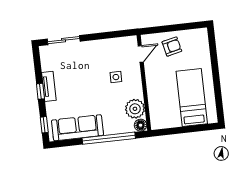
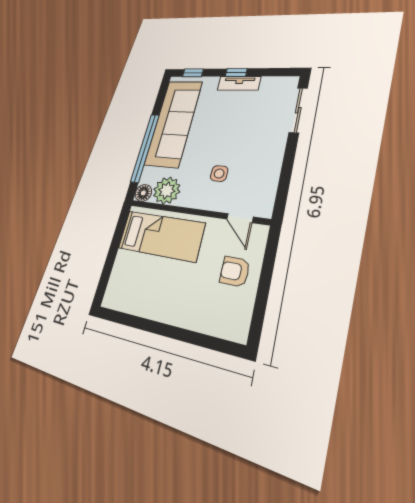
armchair: (172, 47) -> (235, 271), turned 103
bed: (192, 97) -> (161, 236), moved
sofa: (78, 128) -> (174, 123), width x1.36, depth x1.27

